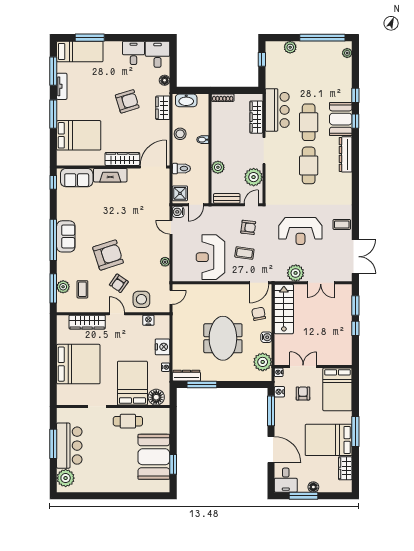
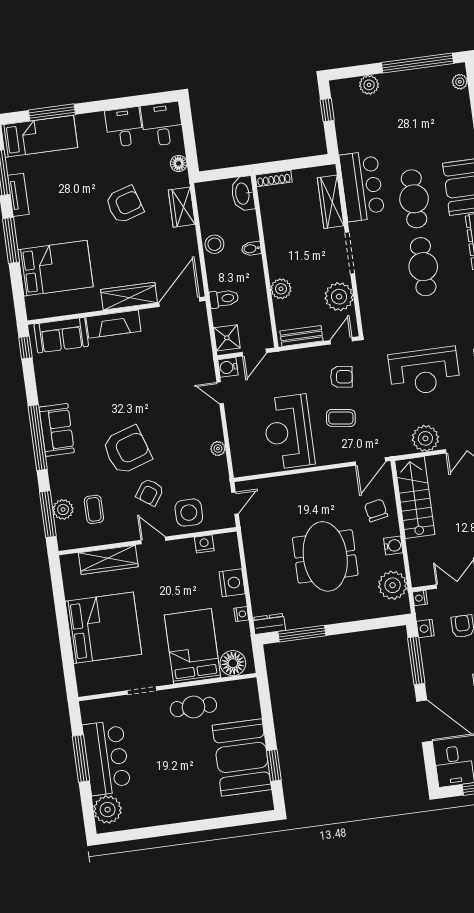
washbasin: (186, 100) -> (243, 194), moved, turned 90
dresser: (186, 376) -> (269, 624), width x0.70

